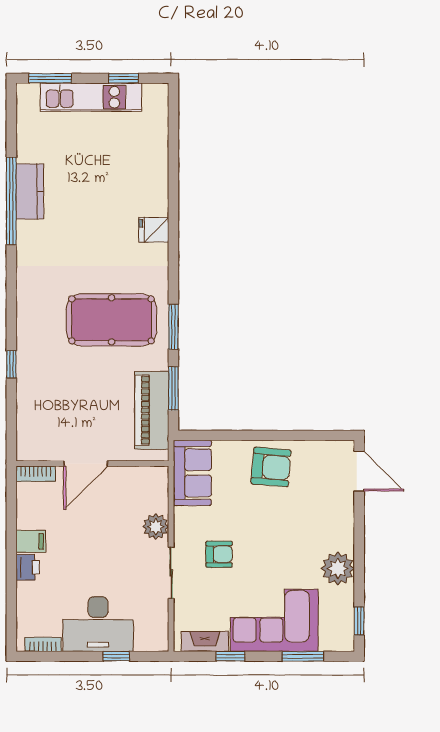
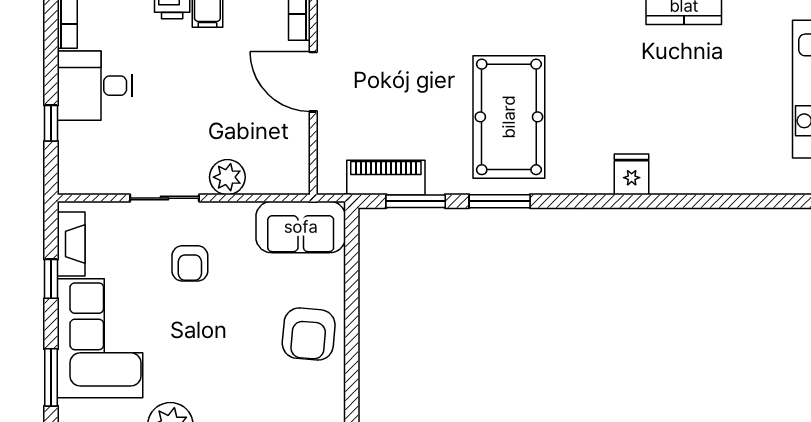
piano: (152, 410) -> (386, 177), width x0.73, depth x0.75
desk: (98, 624) -> (95, 86), width x0.73

